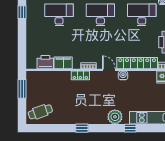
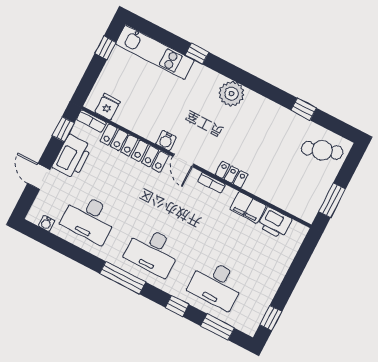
plant: (115, 117) -> (231, 94), moved
window: (82, 128) -> (304, 109), moved

